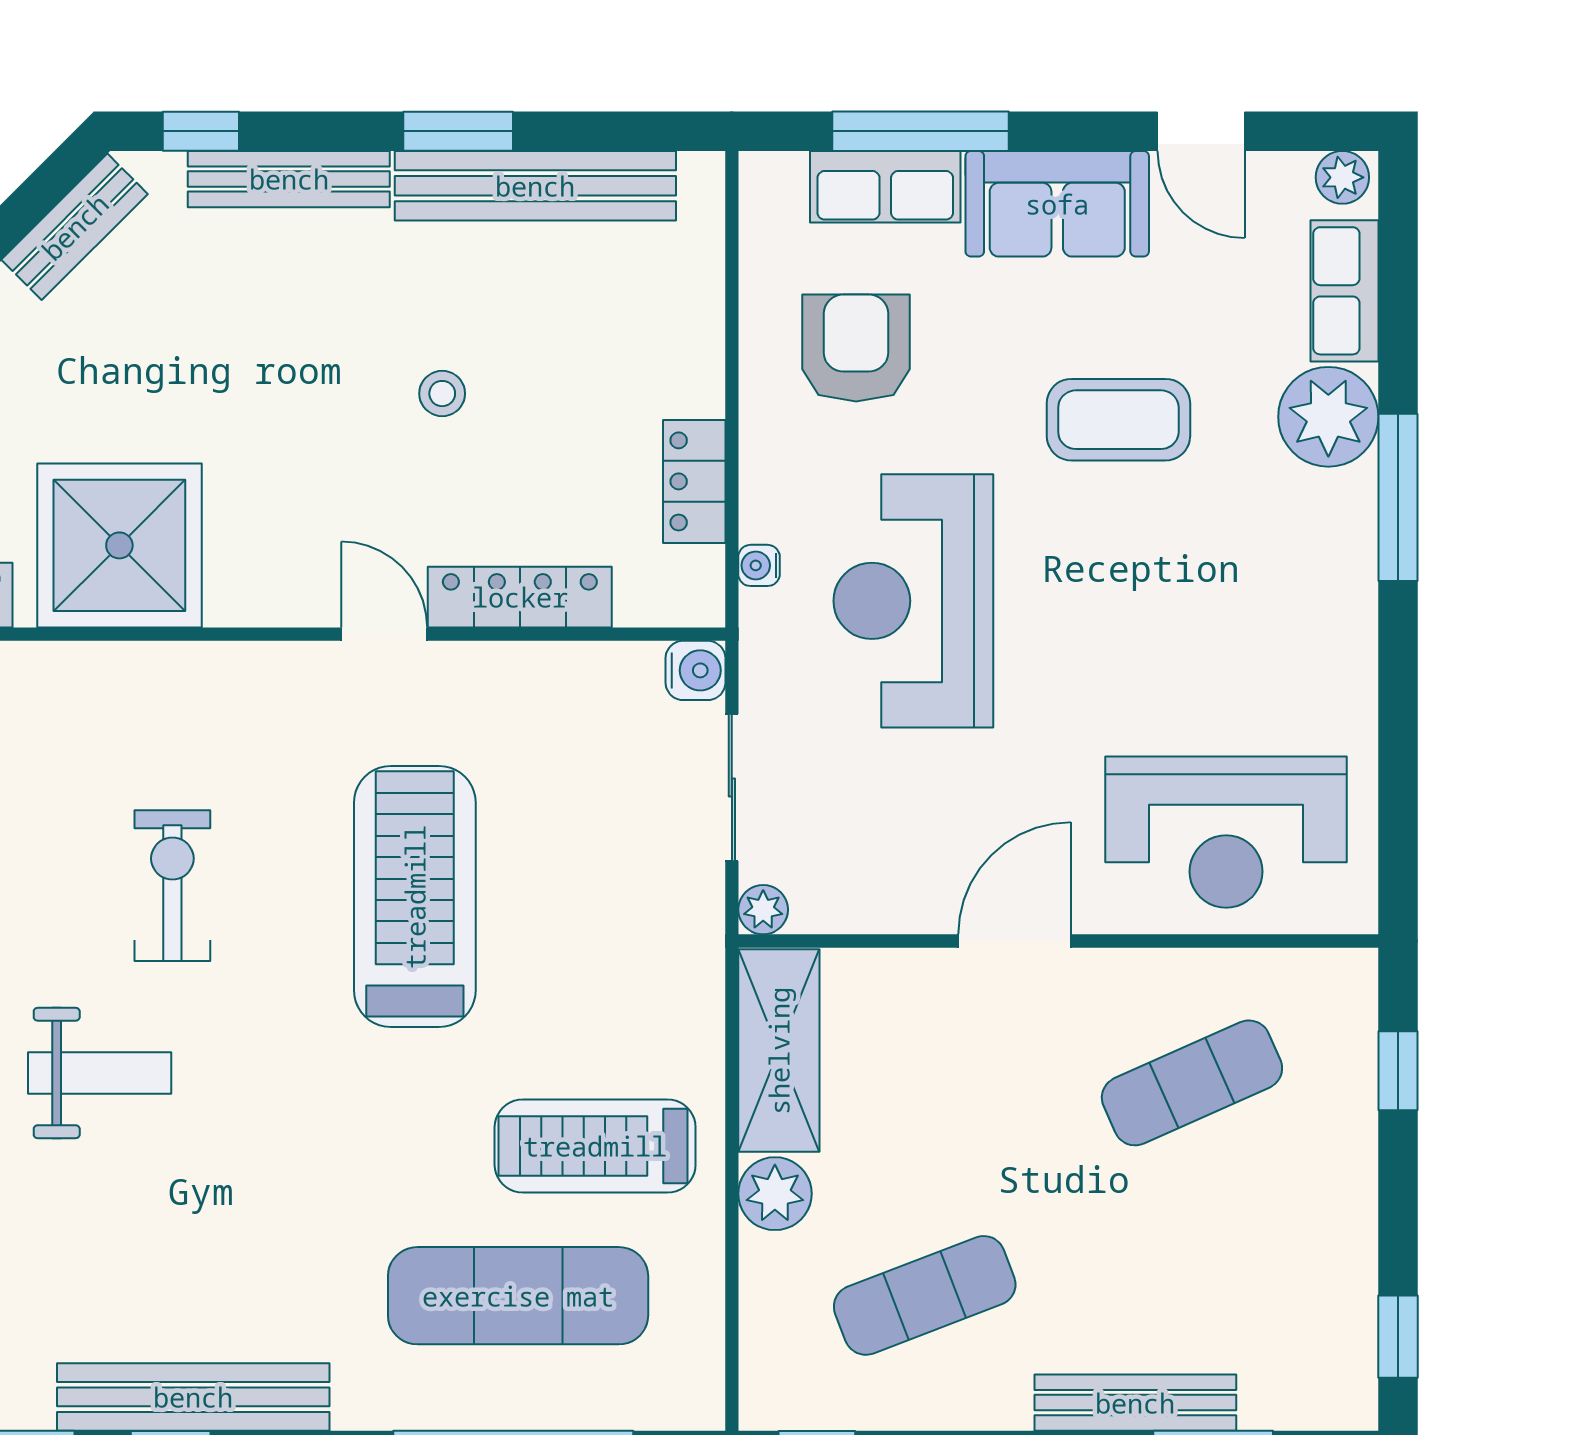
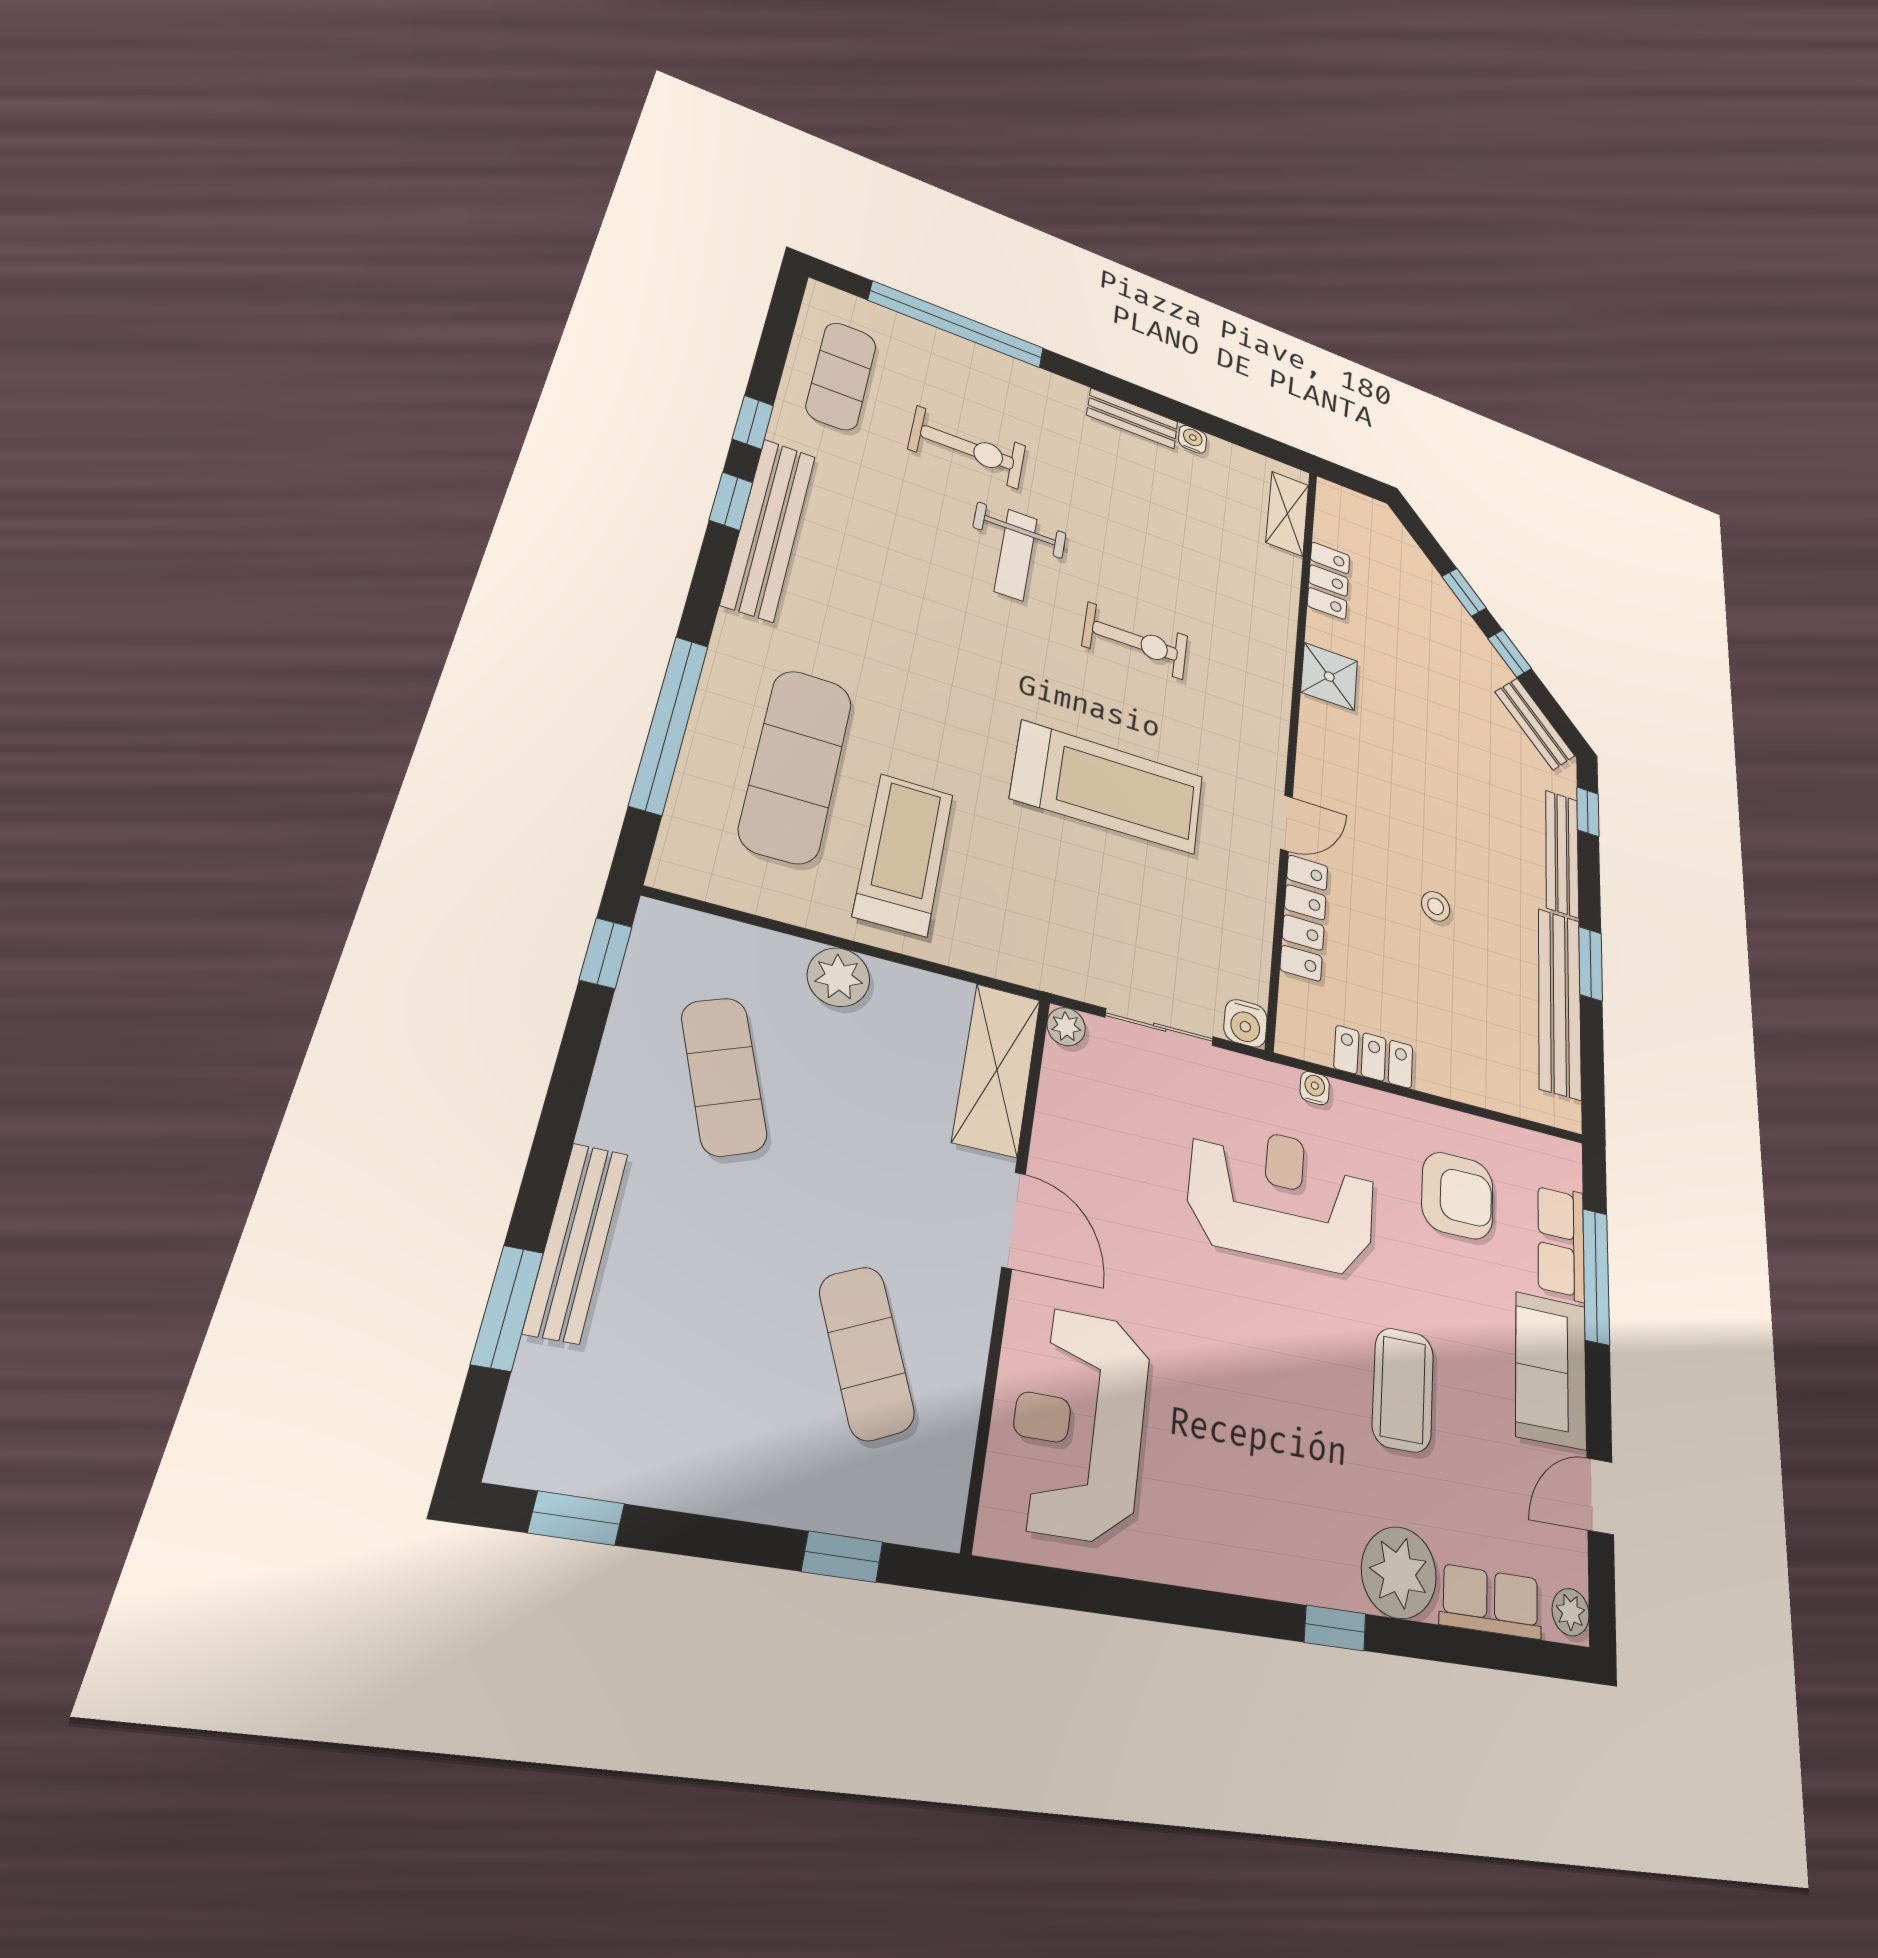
window: (1398, 497) -> (1335, 1628), width x0.46
shower: (119, 545) -> (1329, 677), width x0.54, depth x0.54
shelving: (779, 1051) -> (997, 1070), moved, turned 90

